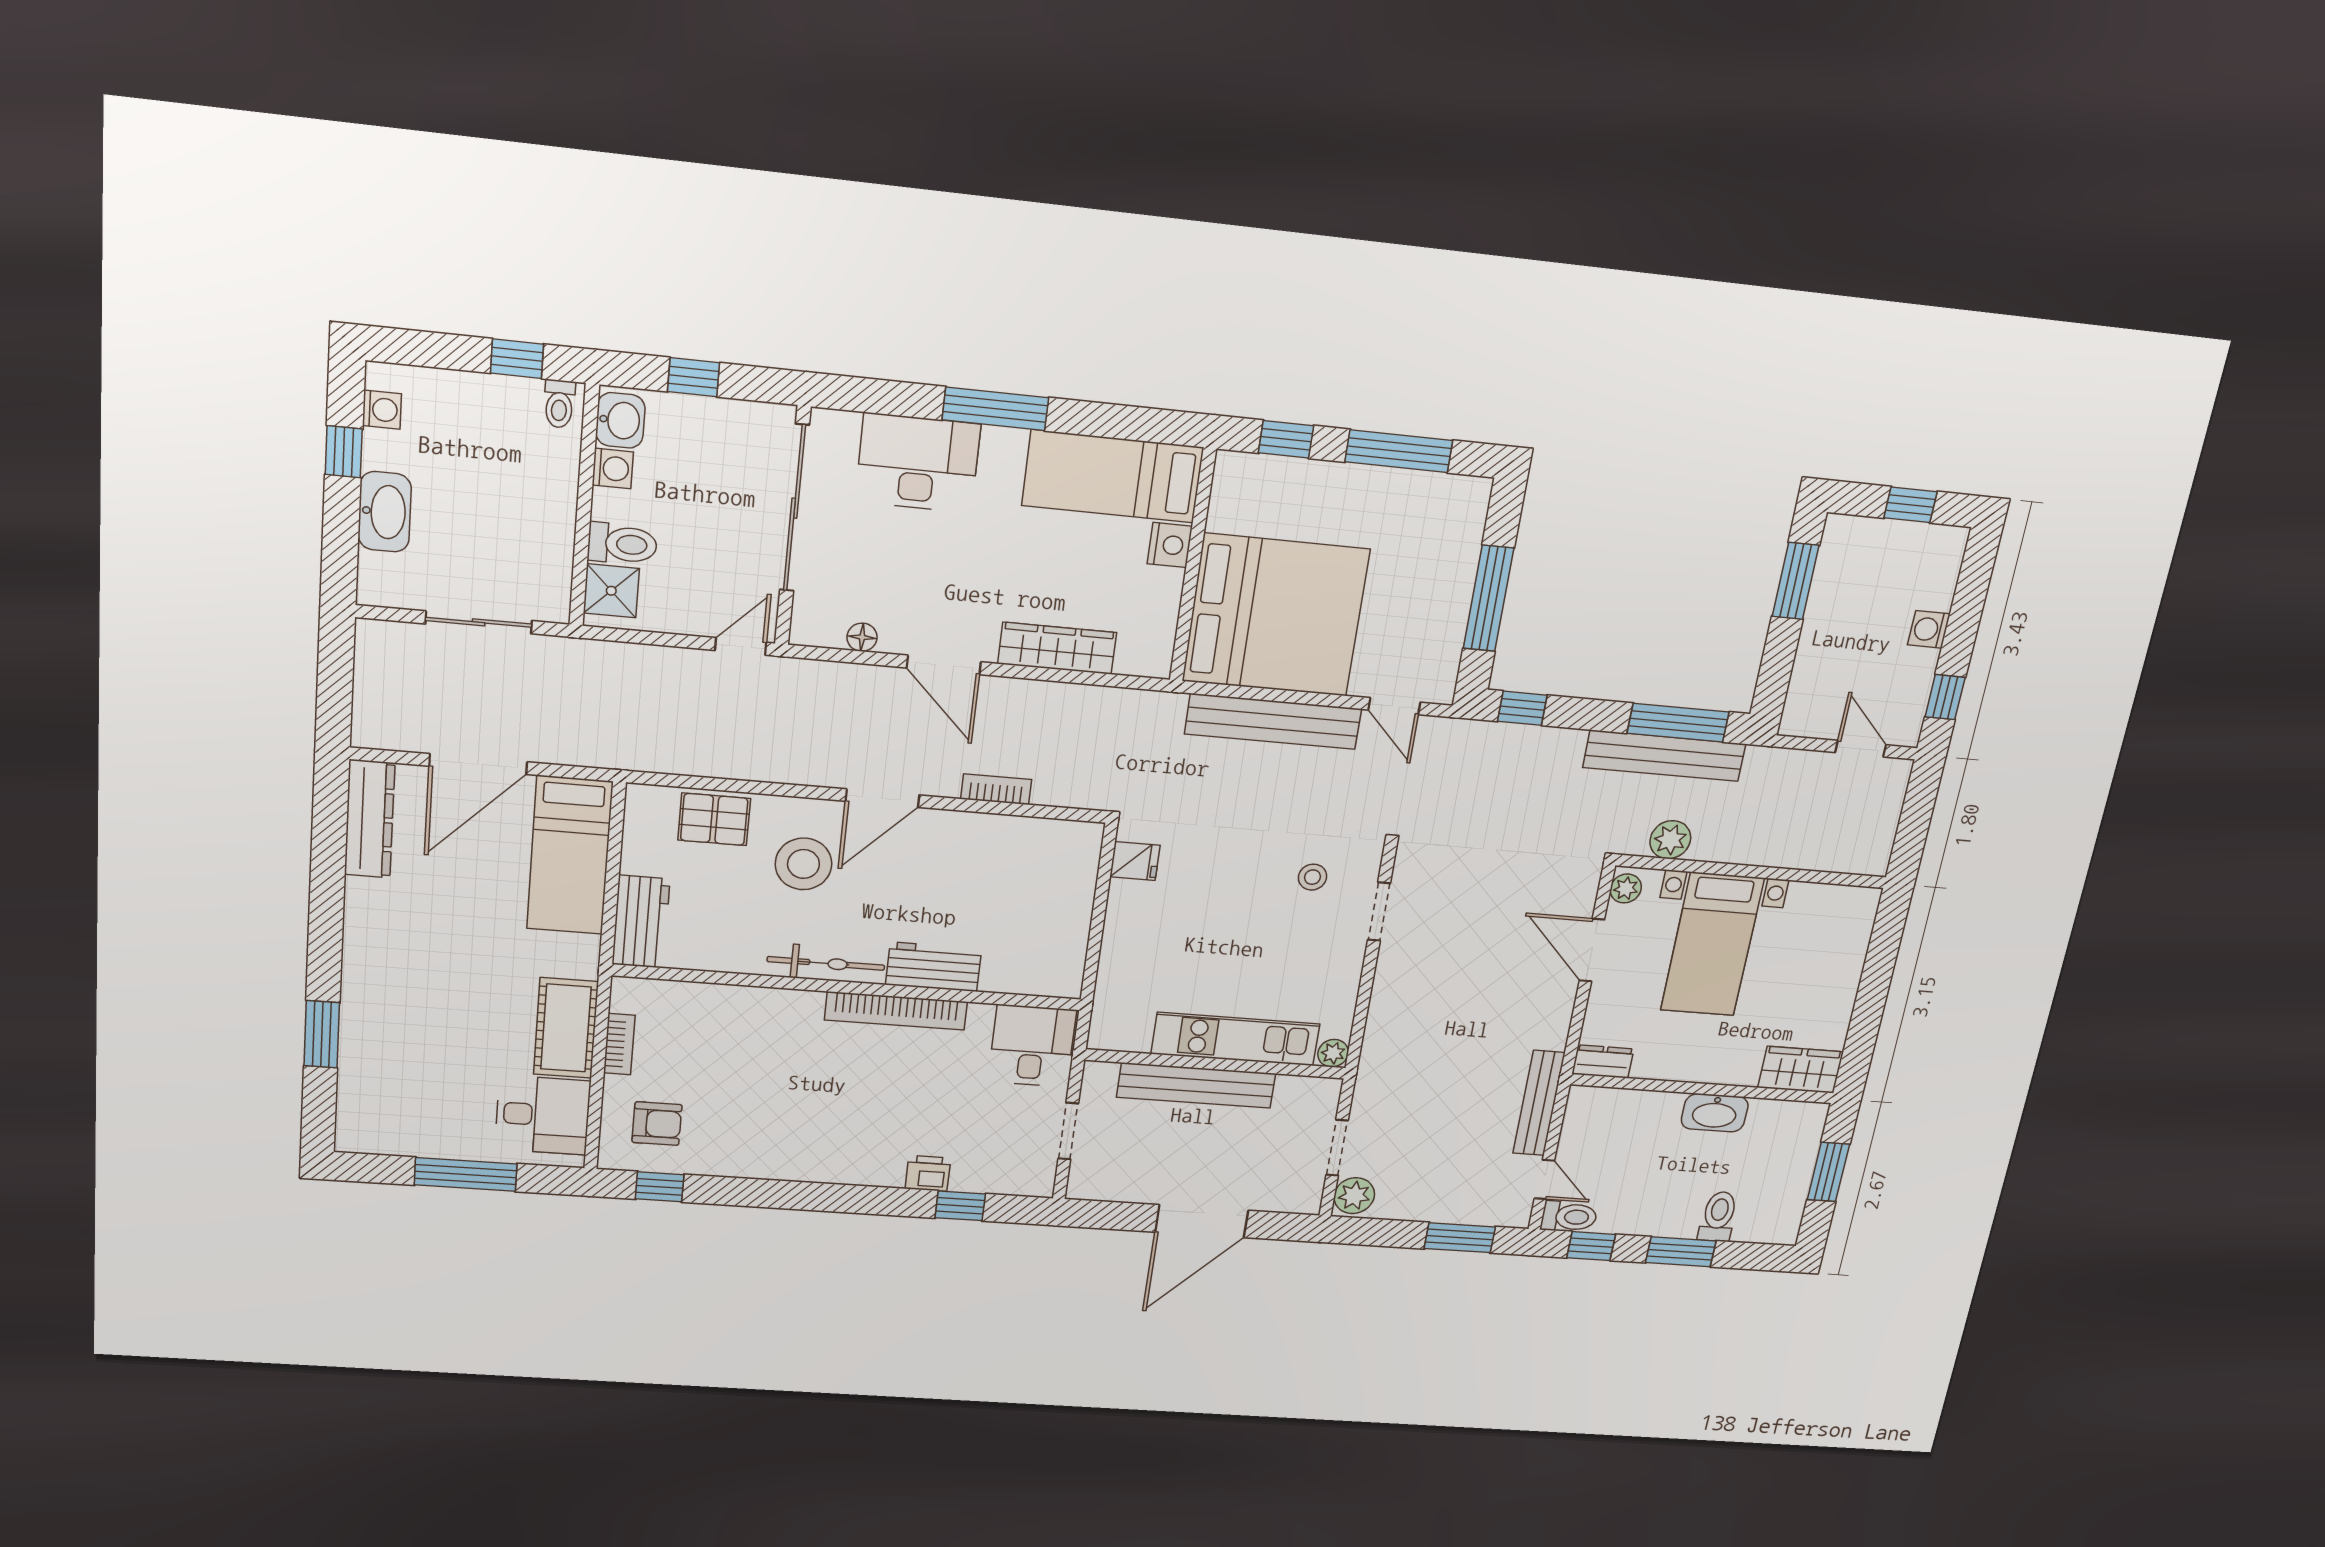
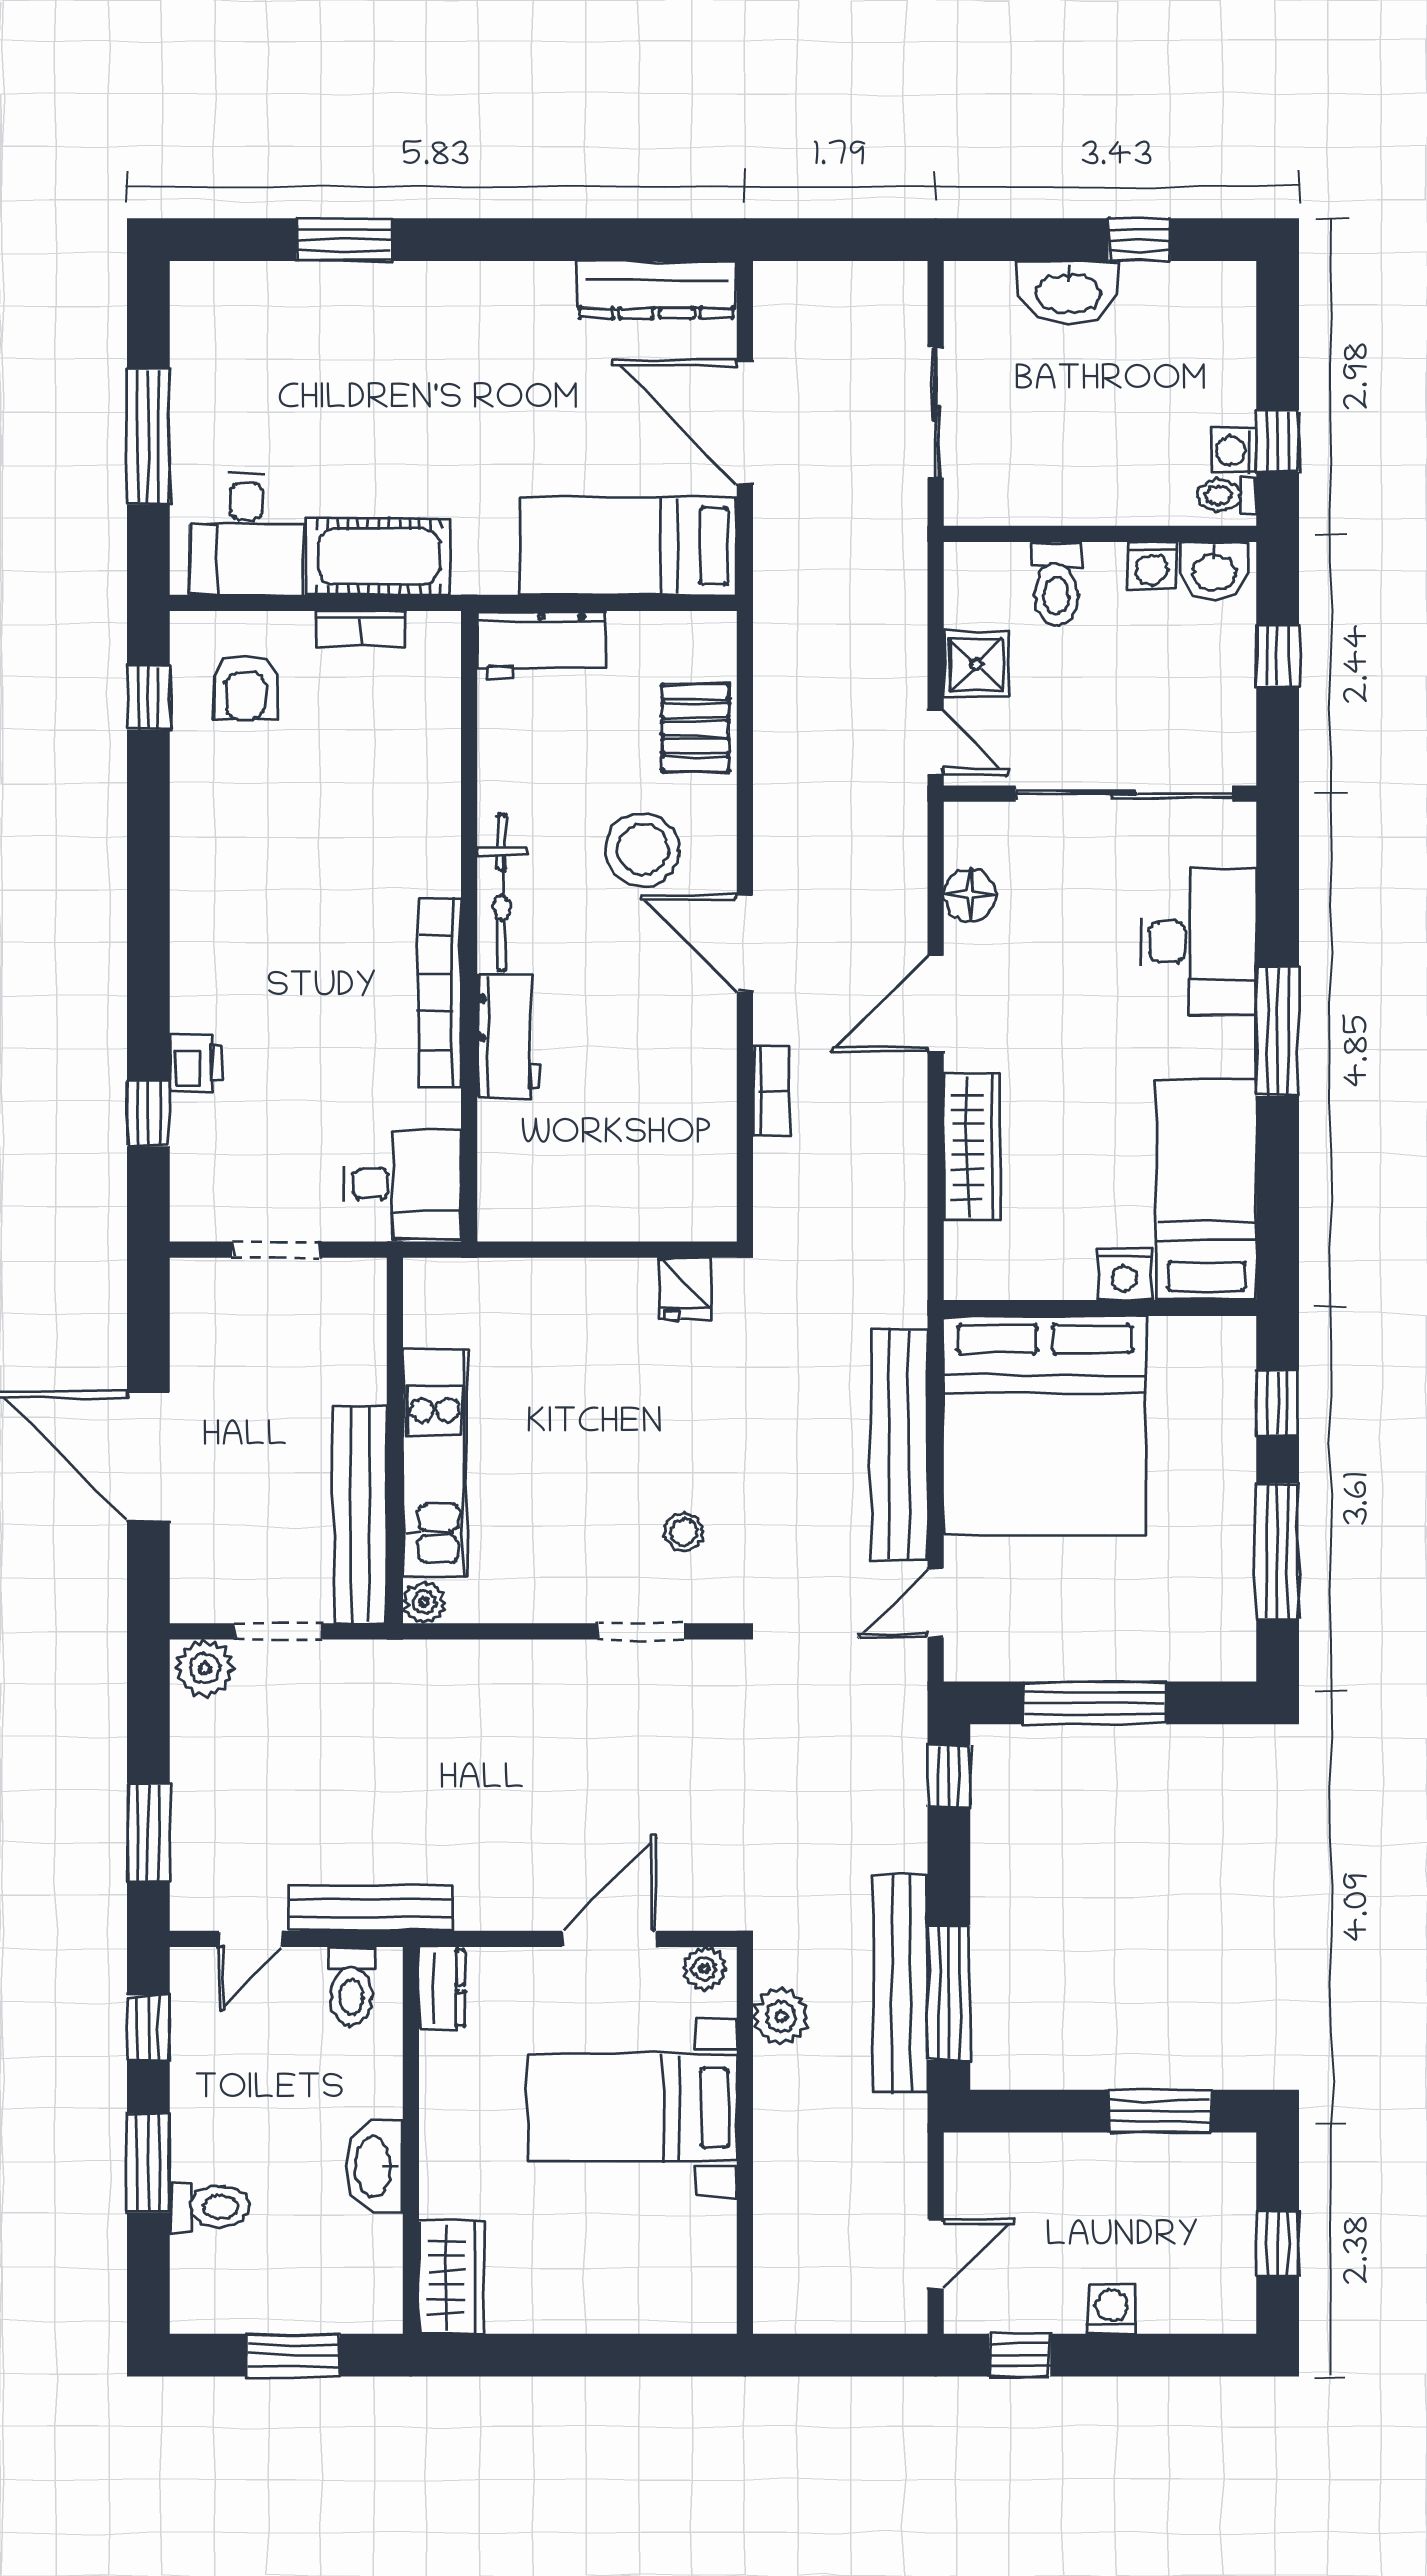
washing machine: (382, 410) -> (1234, 451), moved, turned 90
shower: (611, 591) -> (976, 664), moved
floor lamp: (862, 637) -> (970, 895), width x1.37, depth x1.37
bench: (1196, 1085) -> (360, 1515), moved
toilet: (1569, 1217) -> (351, 1986), moved

